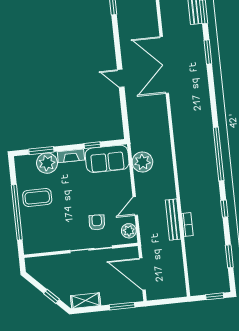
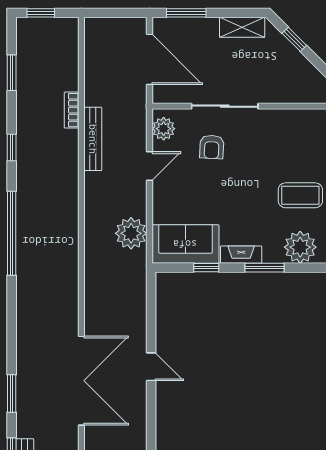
window: (41, 151) -> (265, 268), moved
plant: (47, 163) -> (300, 247), moved
bookcase: (187, 225) -> (72, 110), moved

